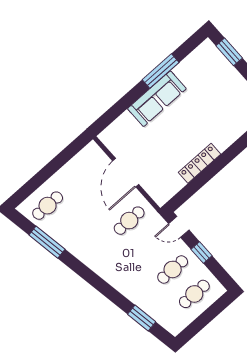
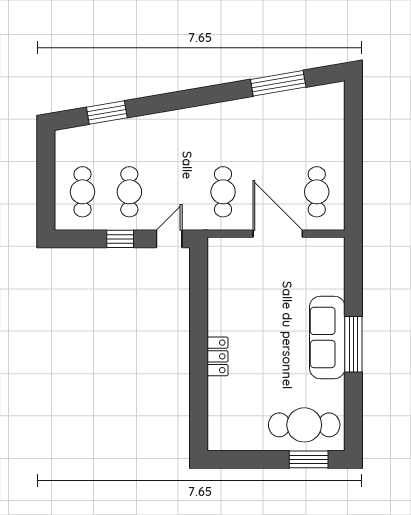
cafe table: (213, 70) -> (304, 425), added
window: (161, 71) -> (353, 344), moved
locker: (199, 163) -> (217, 356), moved, width x0.66
cafe table: (48, 206) -> (317, 192), moved

